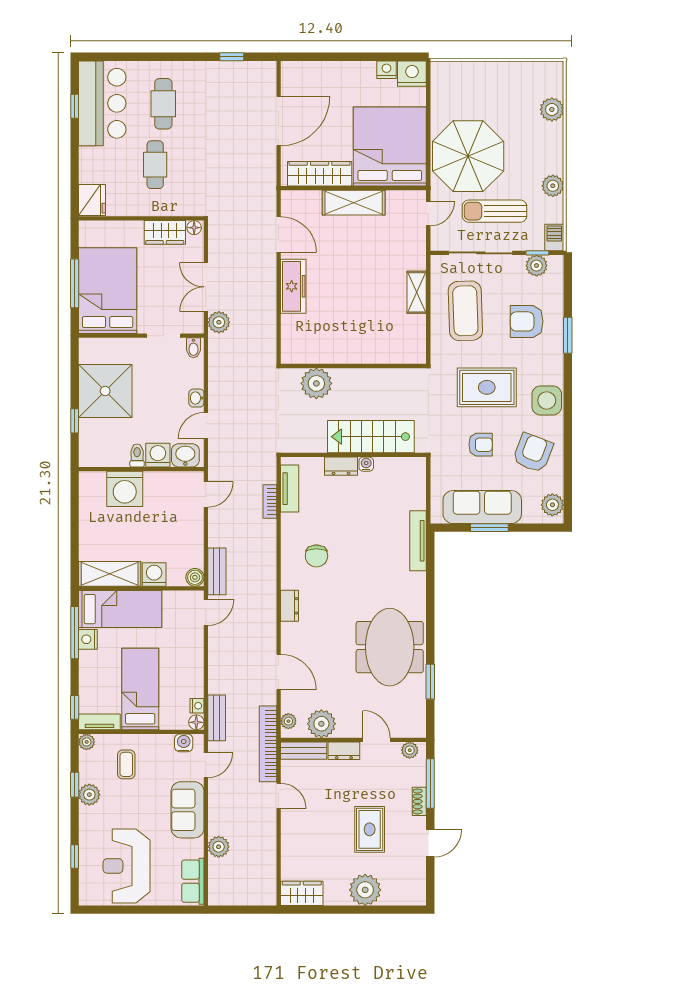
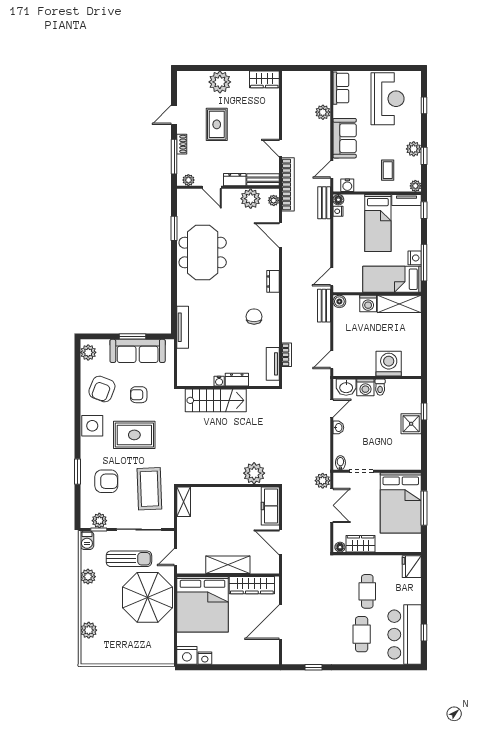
wall: (353, 366) -> (228, 485), moved
plant: (316, 383) -> (254, 473), moved
shower: (105, 391) -> (411, 424), width x0.54, depth x0.54

